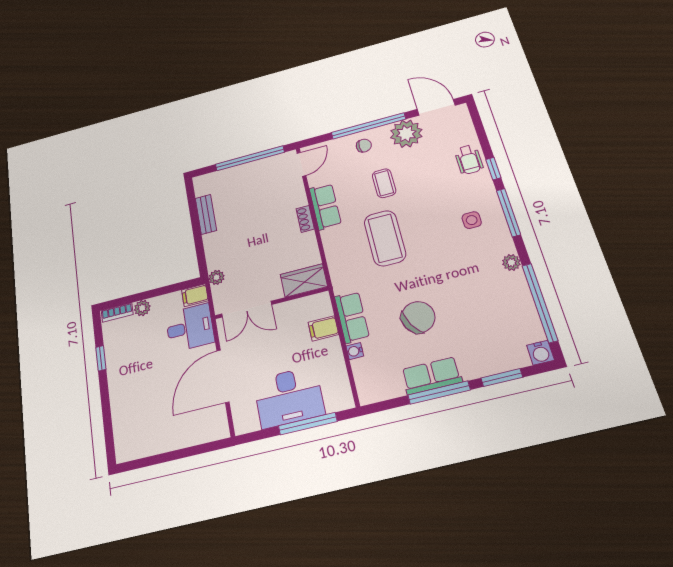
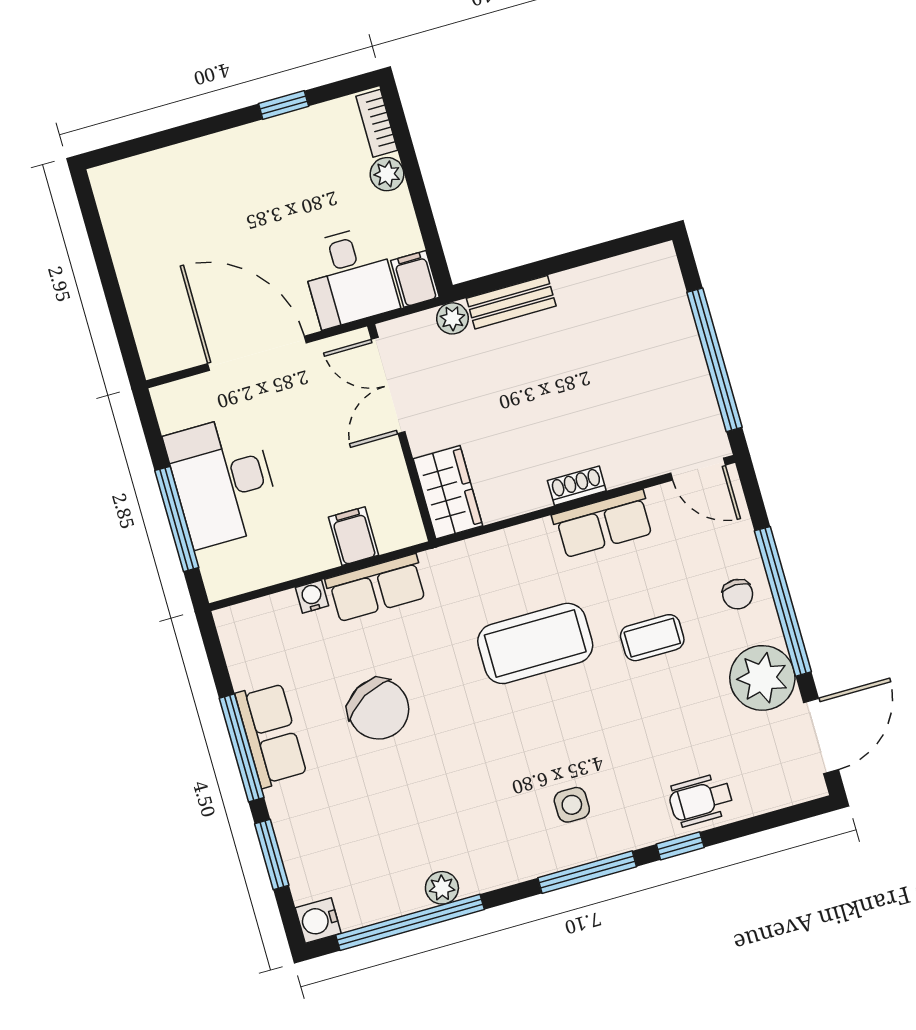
bench: (206, 214) -> (511, 302), moved
plant: (511, 262) -> (442, 888), moved

